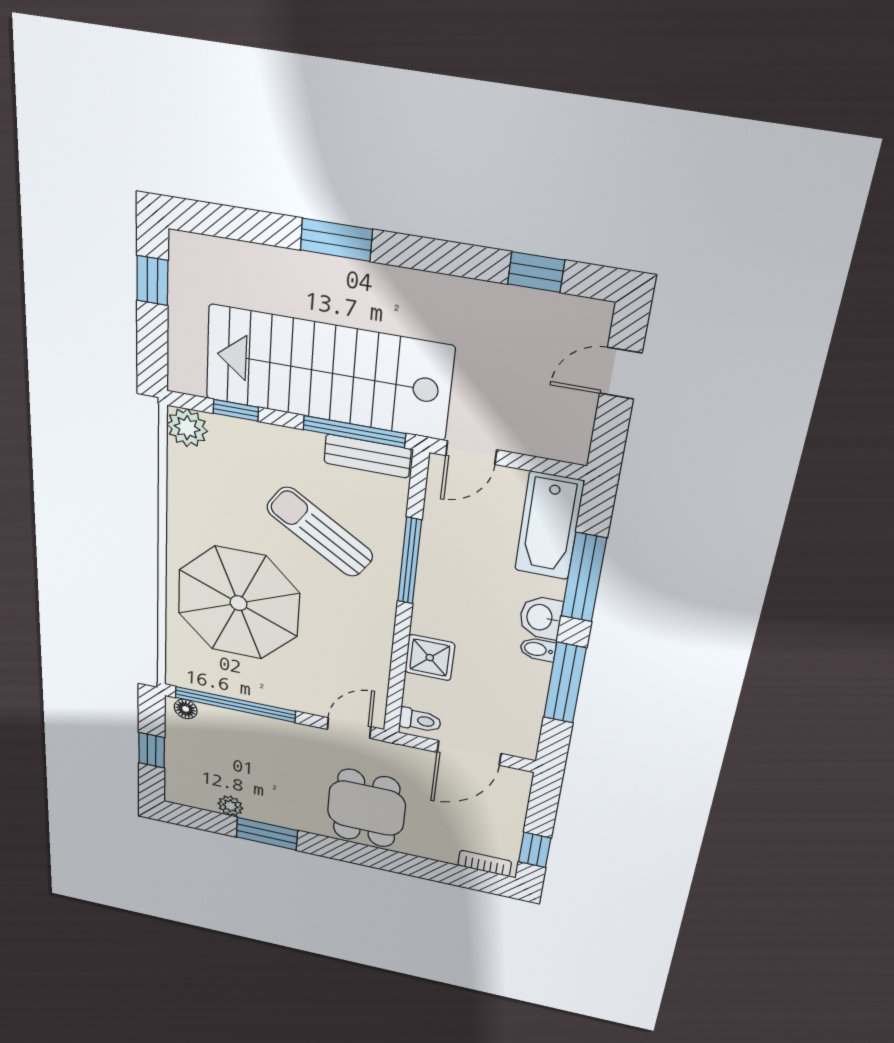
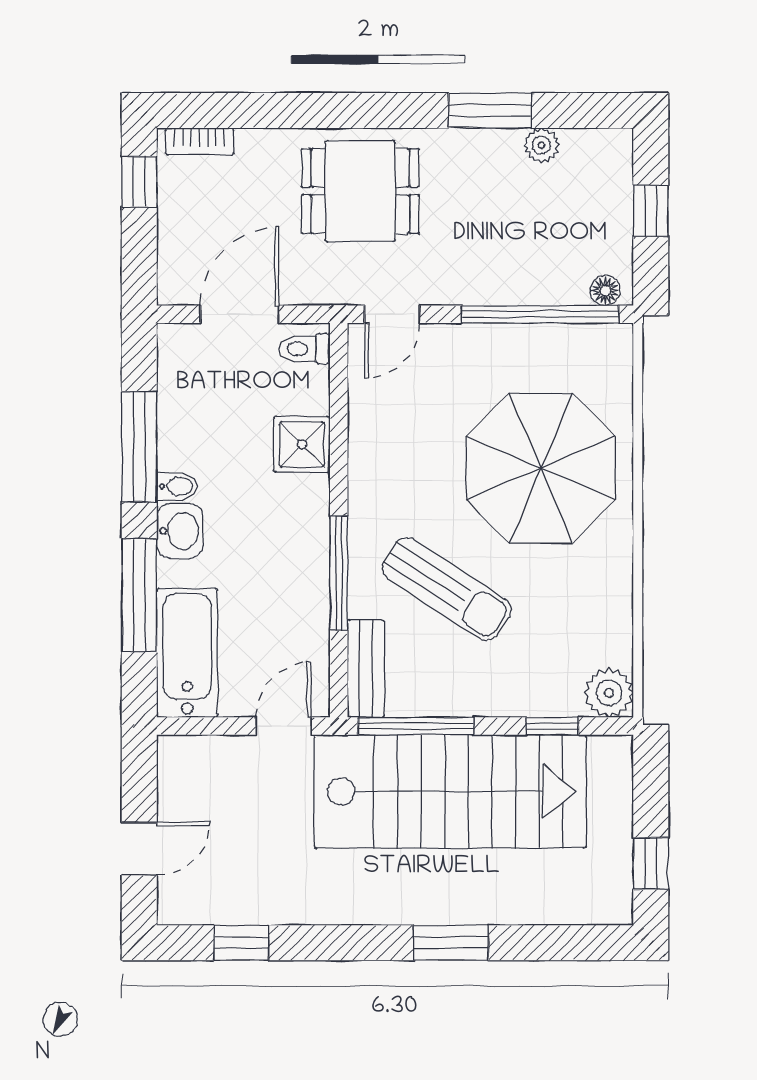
bench: (367, 456) -> (366, 669), moved, turned 90
dining table: (366, 808) -> (360, 191), turned 90

